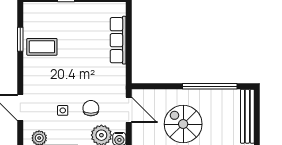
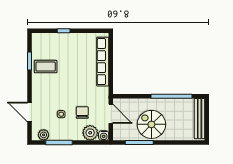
row of seats: (118, 40) -> (103, 62), width x1.36

